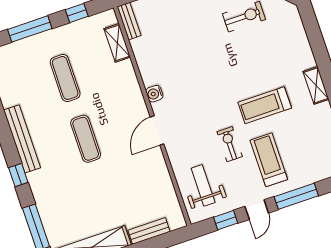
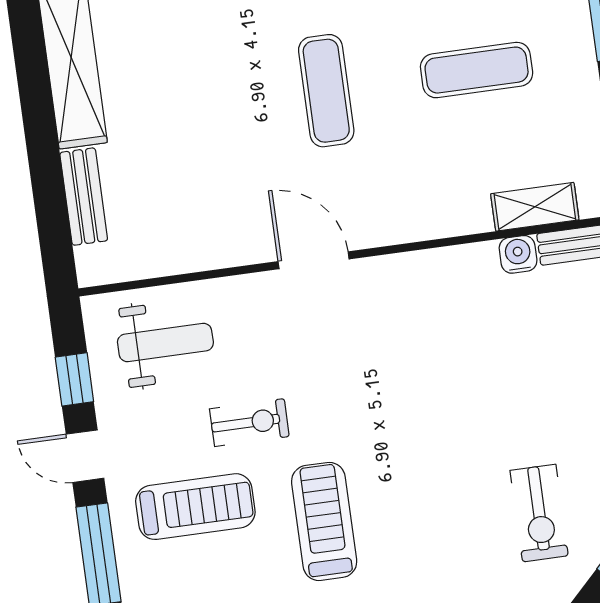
water cooler: (154, 94) -> (518, 254), moved
exercise mat: (86, 139) -> (326, 91), turned 90

